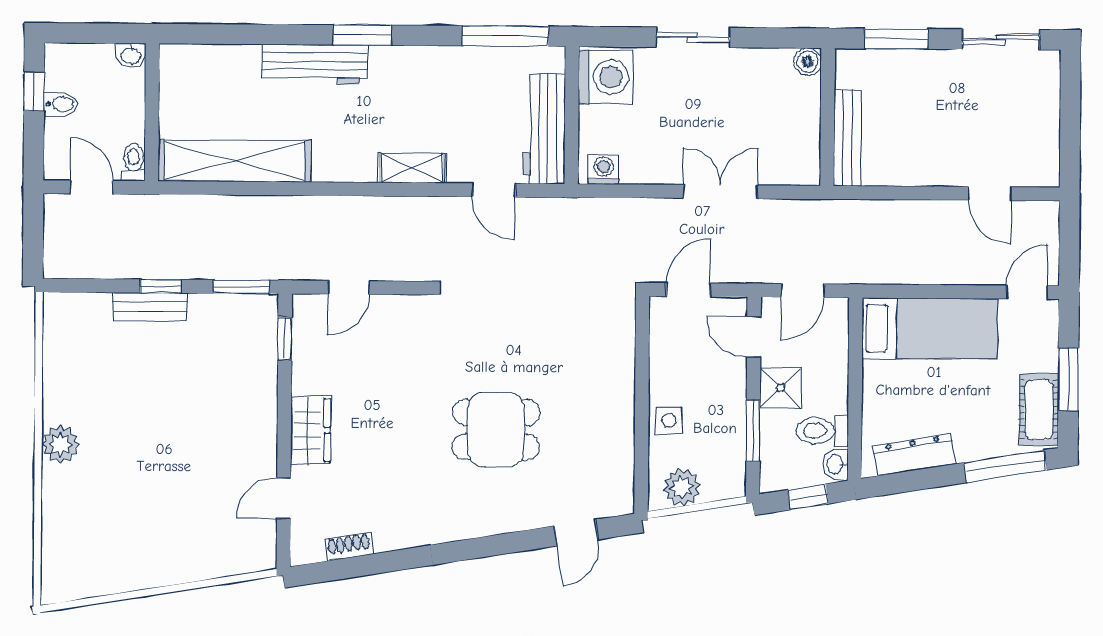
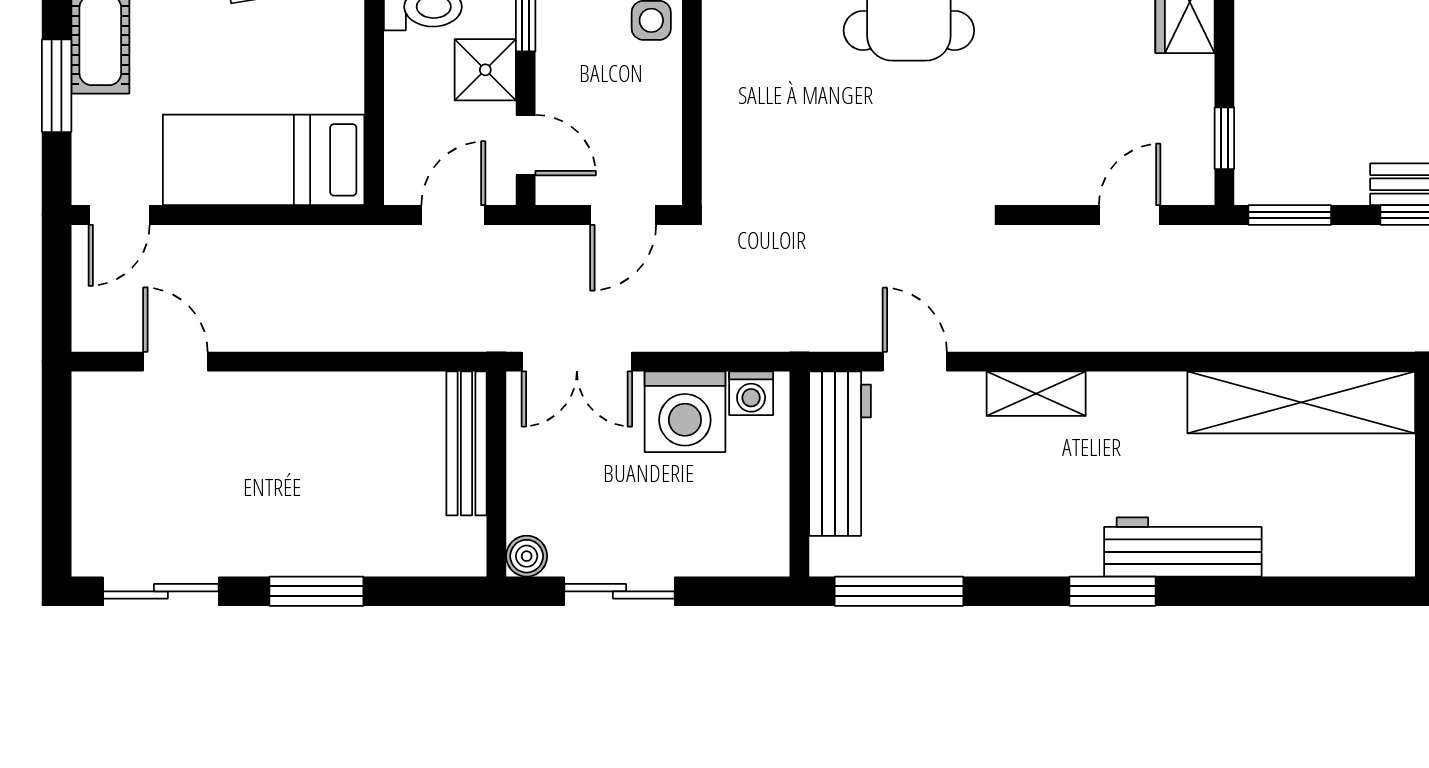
boiler: (808, 62) -> (527, 556), moved
washing machine: (606, 77) -> (685, 412), moved, turned -90
wall: (827, 117) -> (496, 474), moved
bench: (847, 138) -> (466, 443), moved

